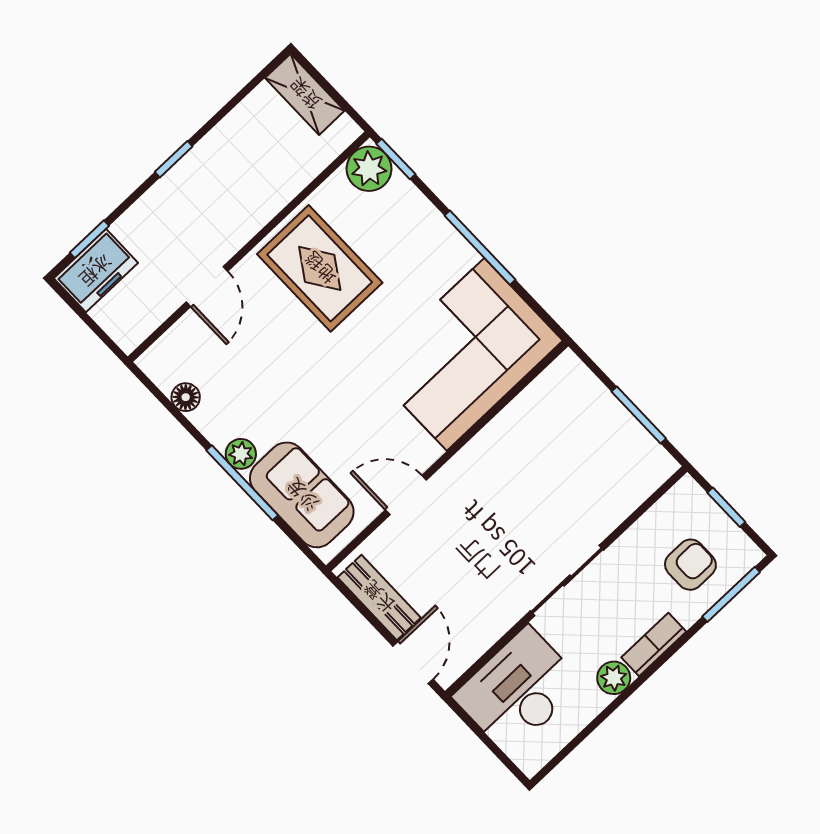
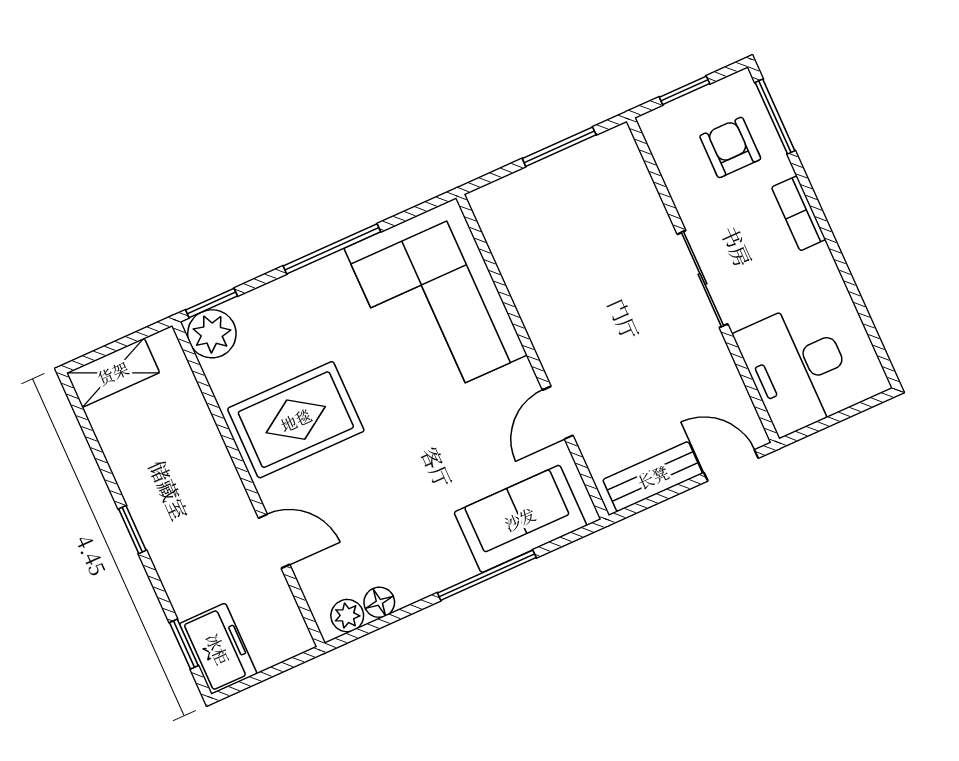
plant: (241, 454) -> (347, 616), moved
plant: (614, 678) -> (818, 266), removed

